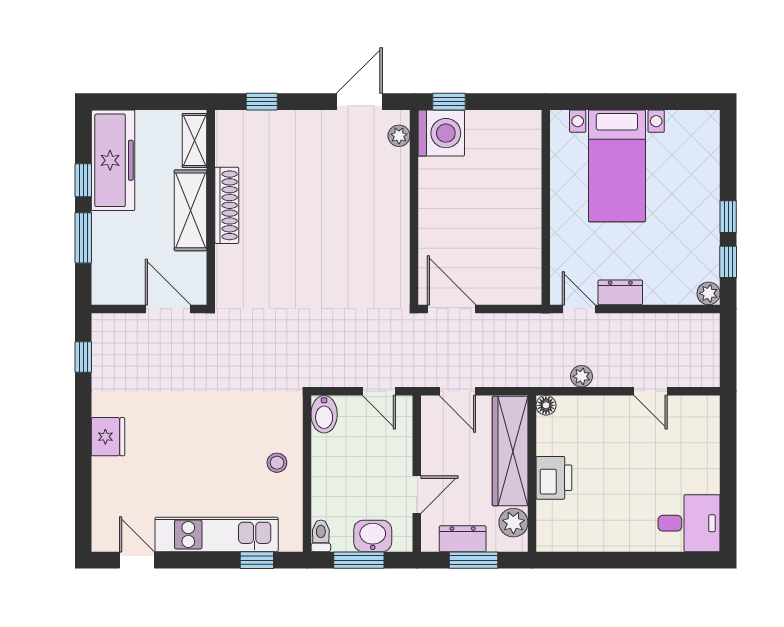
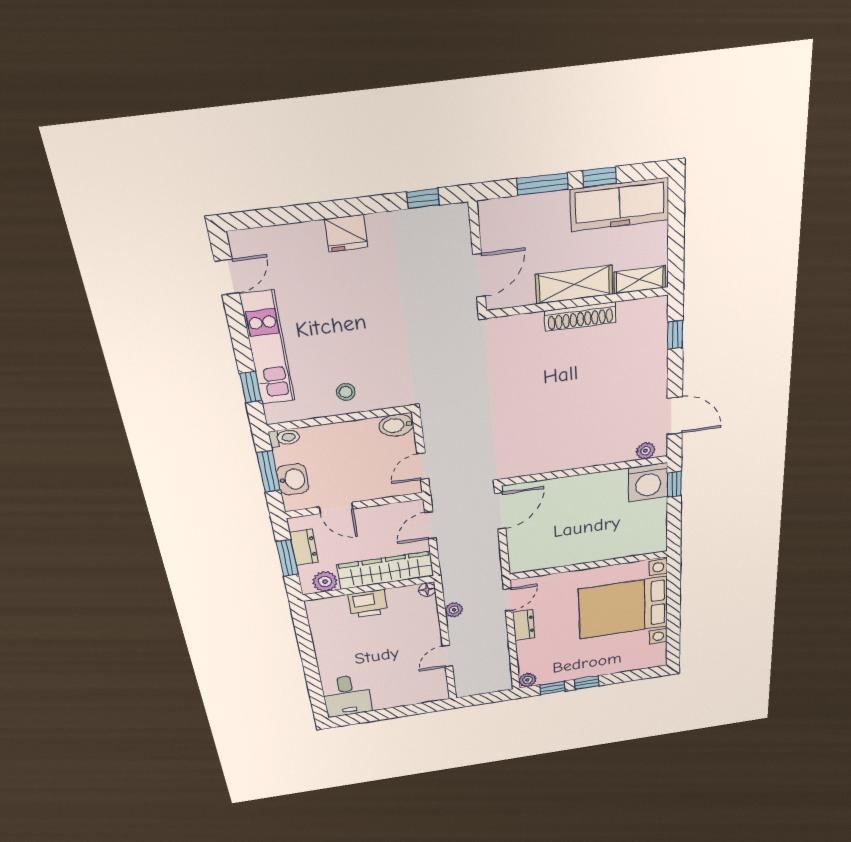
bed with nightstands: (617, 166) -> (623, 608), width x1.36

